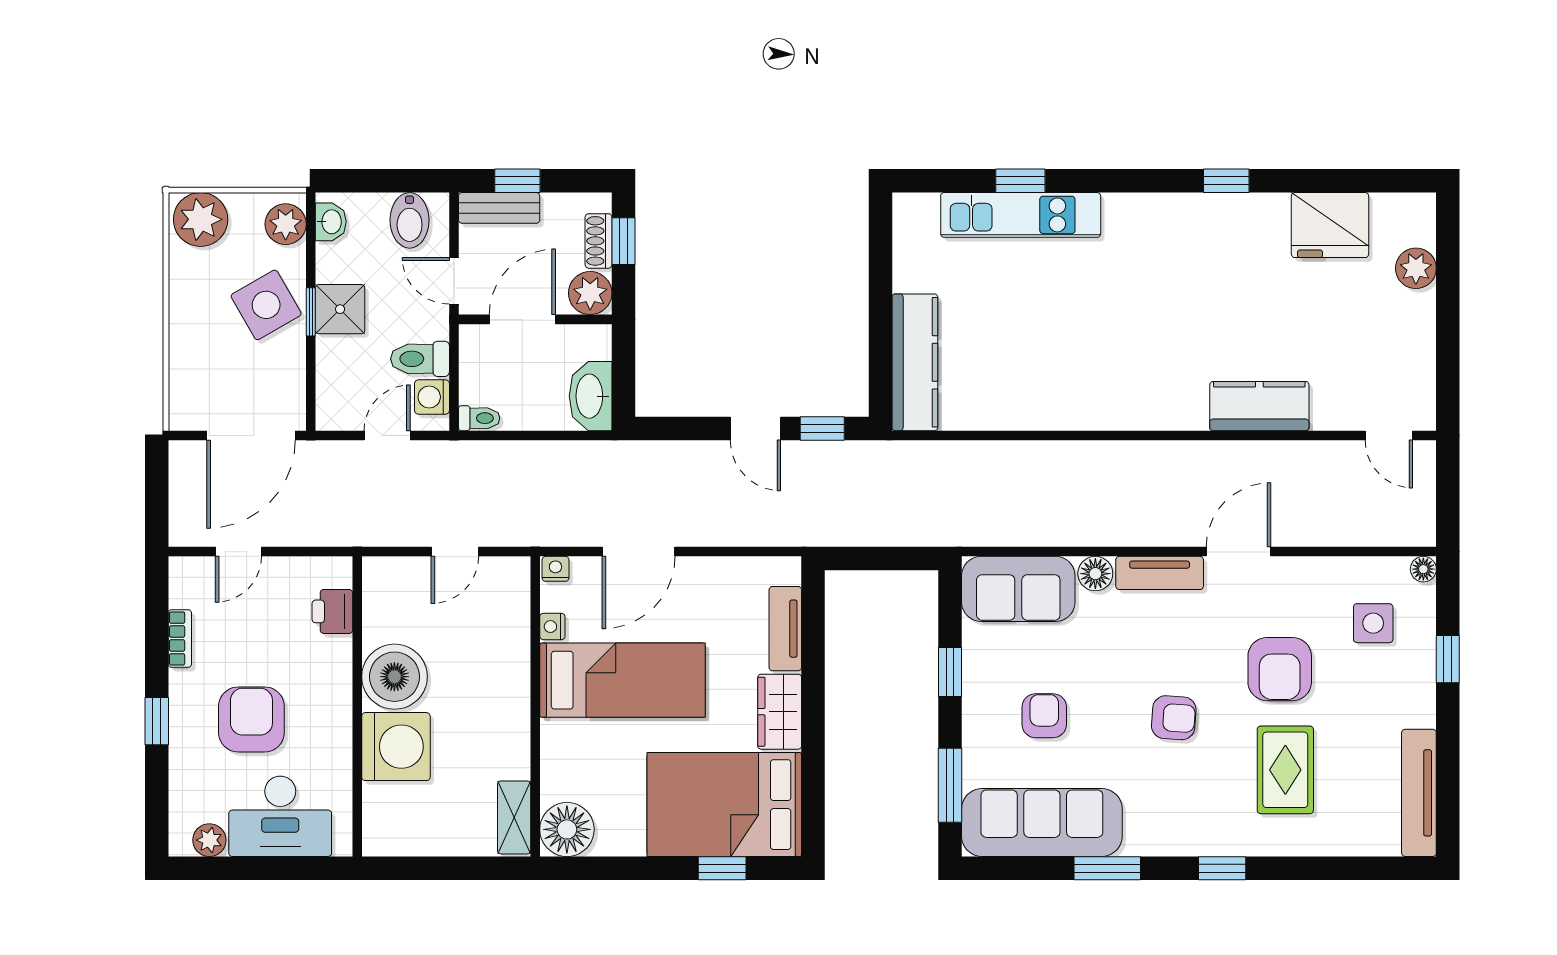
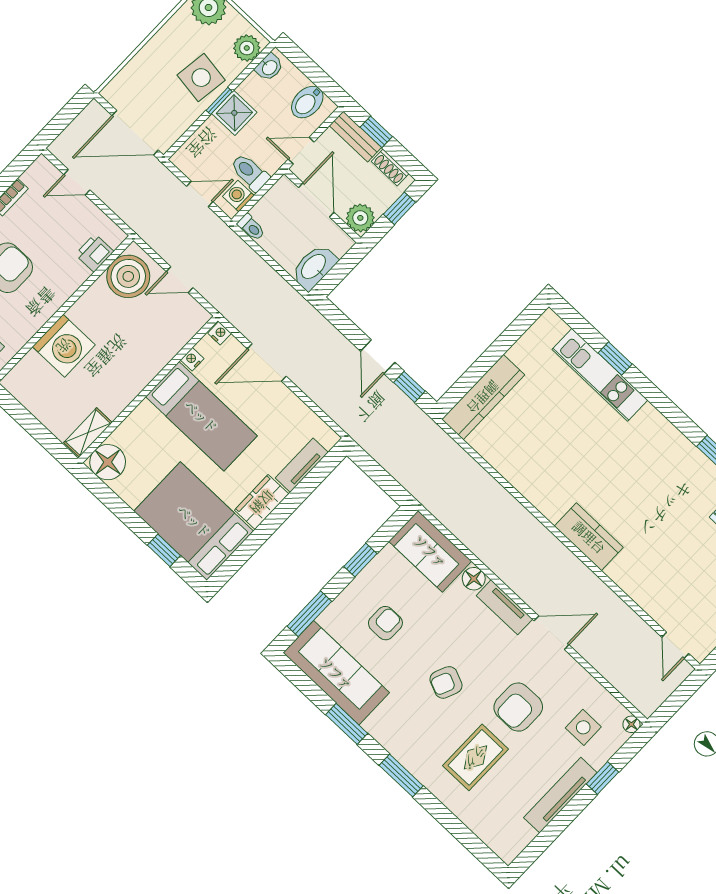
shoe rack: (599, 241) -> (390, 167), moved, turned -90
door: (454, 281) -> (301, 151), hinge flipped
side table: (266, 305) -> (201, 78), turned 38
door: (522, 319) -> (316, 200), hinge flipped
kitchen counter: (1259, 406) -> (589, 537), moved
boiler: (394, 677) -> (128, 276), moved
armchair: (1174, 718) -> (446, 682), turned 109
tv unit: (1419, 793) -> (560, 795), moved
window: (1222, 868) -> (401, 776), width x1.50

